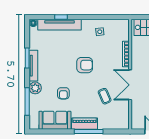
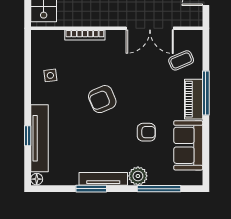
armchair: (85, 65) -> (102, 99), turned -113
double door: (130, 85) -> (150, 28), moved
coffee table: (105, 96) -> (181, 60), moved

